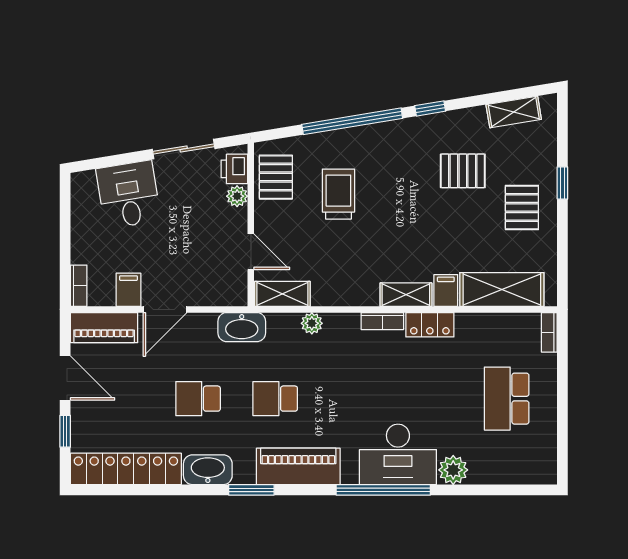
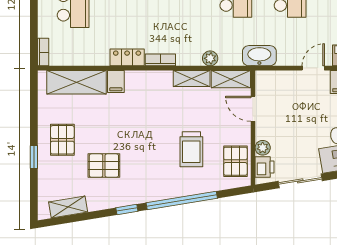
shelving: (406, 295) -> (192, 79), moved
door: (165, 309) -> (313, 68), width x0.73

